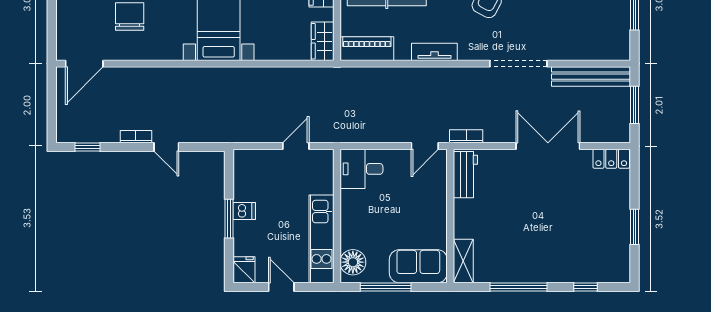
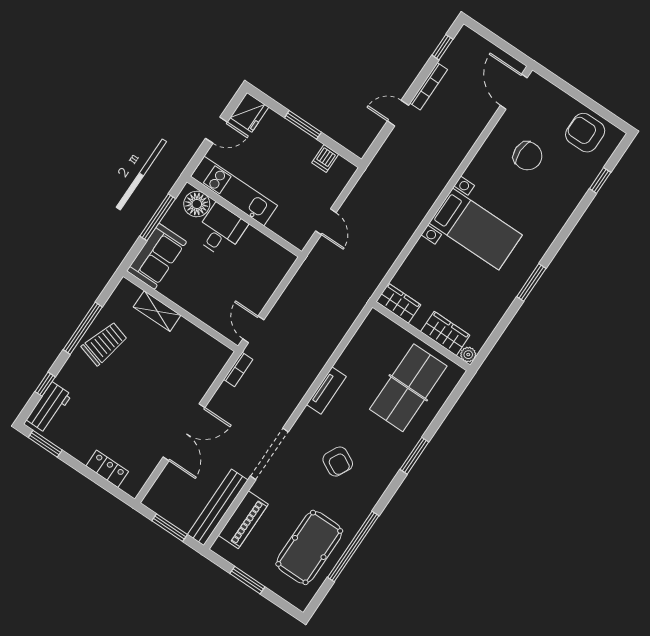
piano: (367, 49) -> (243, 520), moved
bookcase: (136, 137) -> (429, 86), width x1.56
locker: (611, 159) -> (107, 469), moved, turned 90
desk: (361, 169) -> (221, 230), moved
workbench: (465, 175) -> (49, 407), moved, turned -90
dishwasher: (244, 211) -> (325, 158), moved
window: (635, 227) -> (45, 444), moved
shelving: (463, 261) -> (157, 311), moved
trolley: (519, 261) -> (105, 343), added
fridge: (244, 270) -> (249, 112), width x1.38

